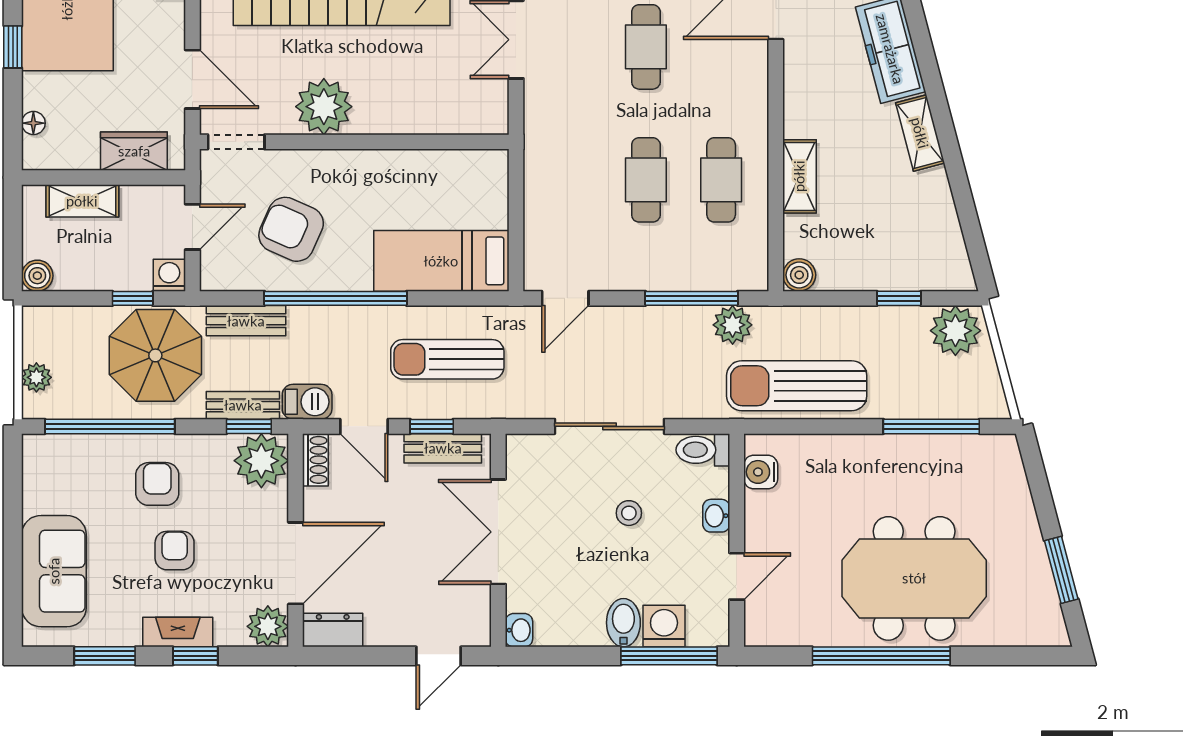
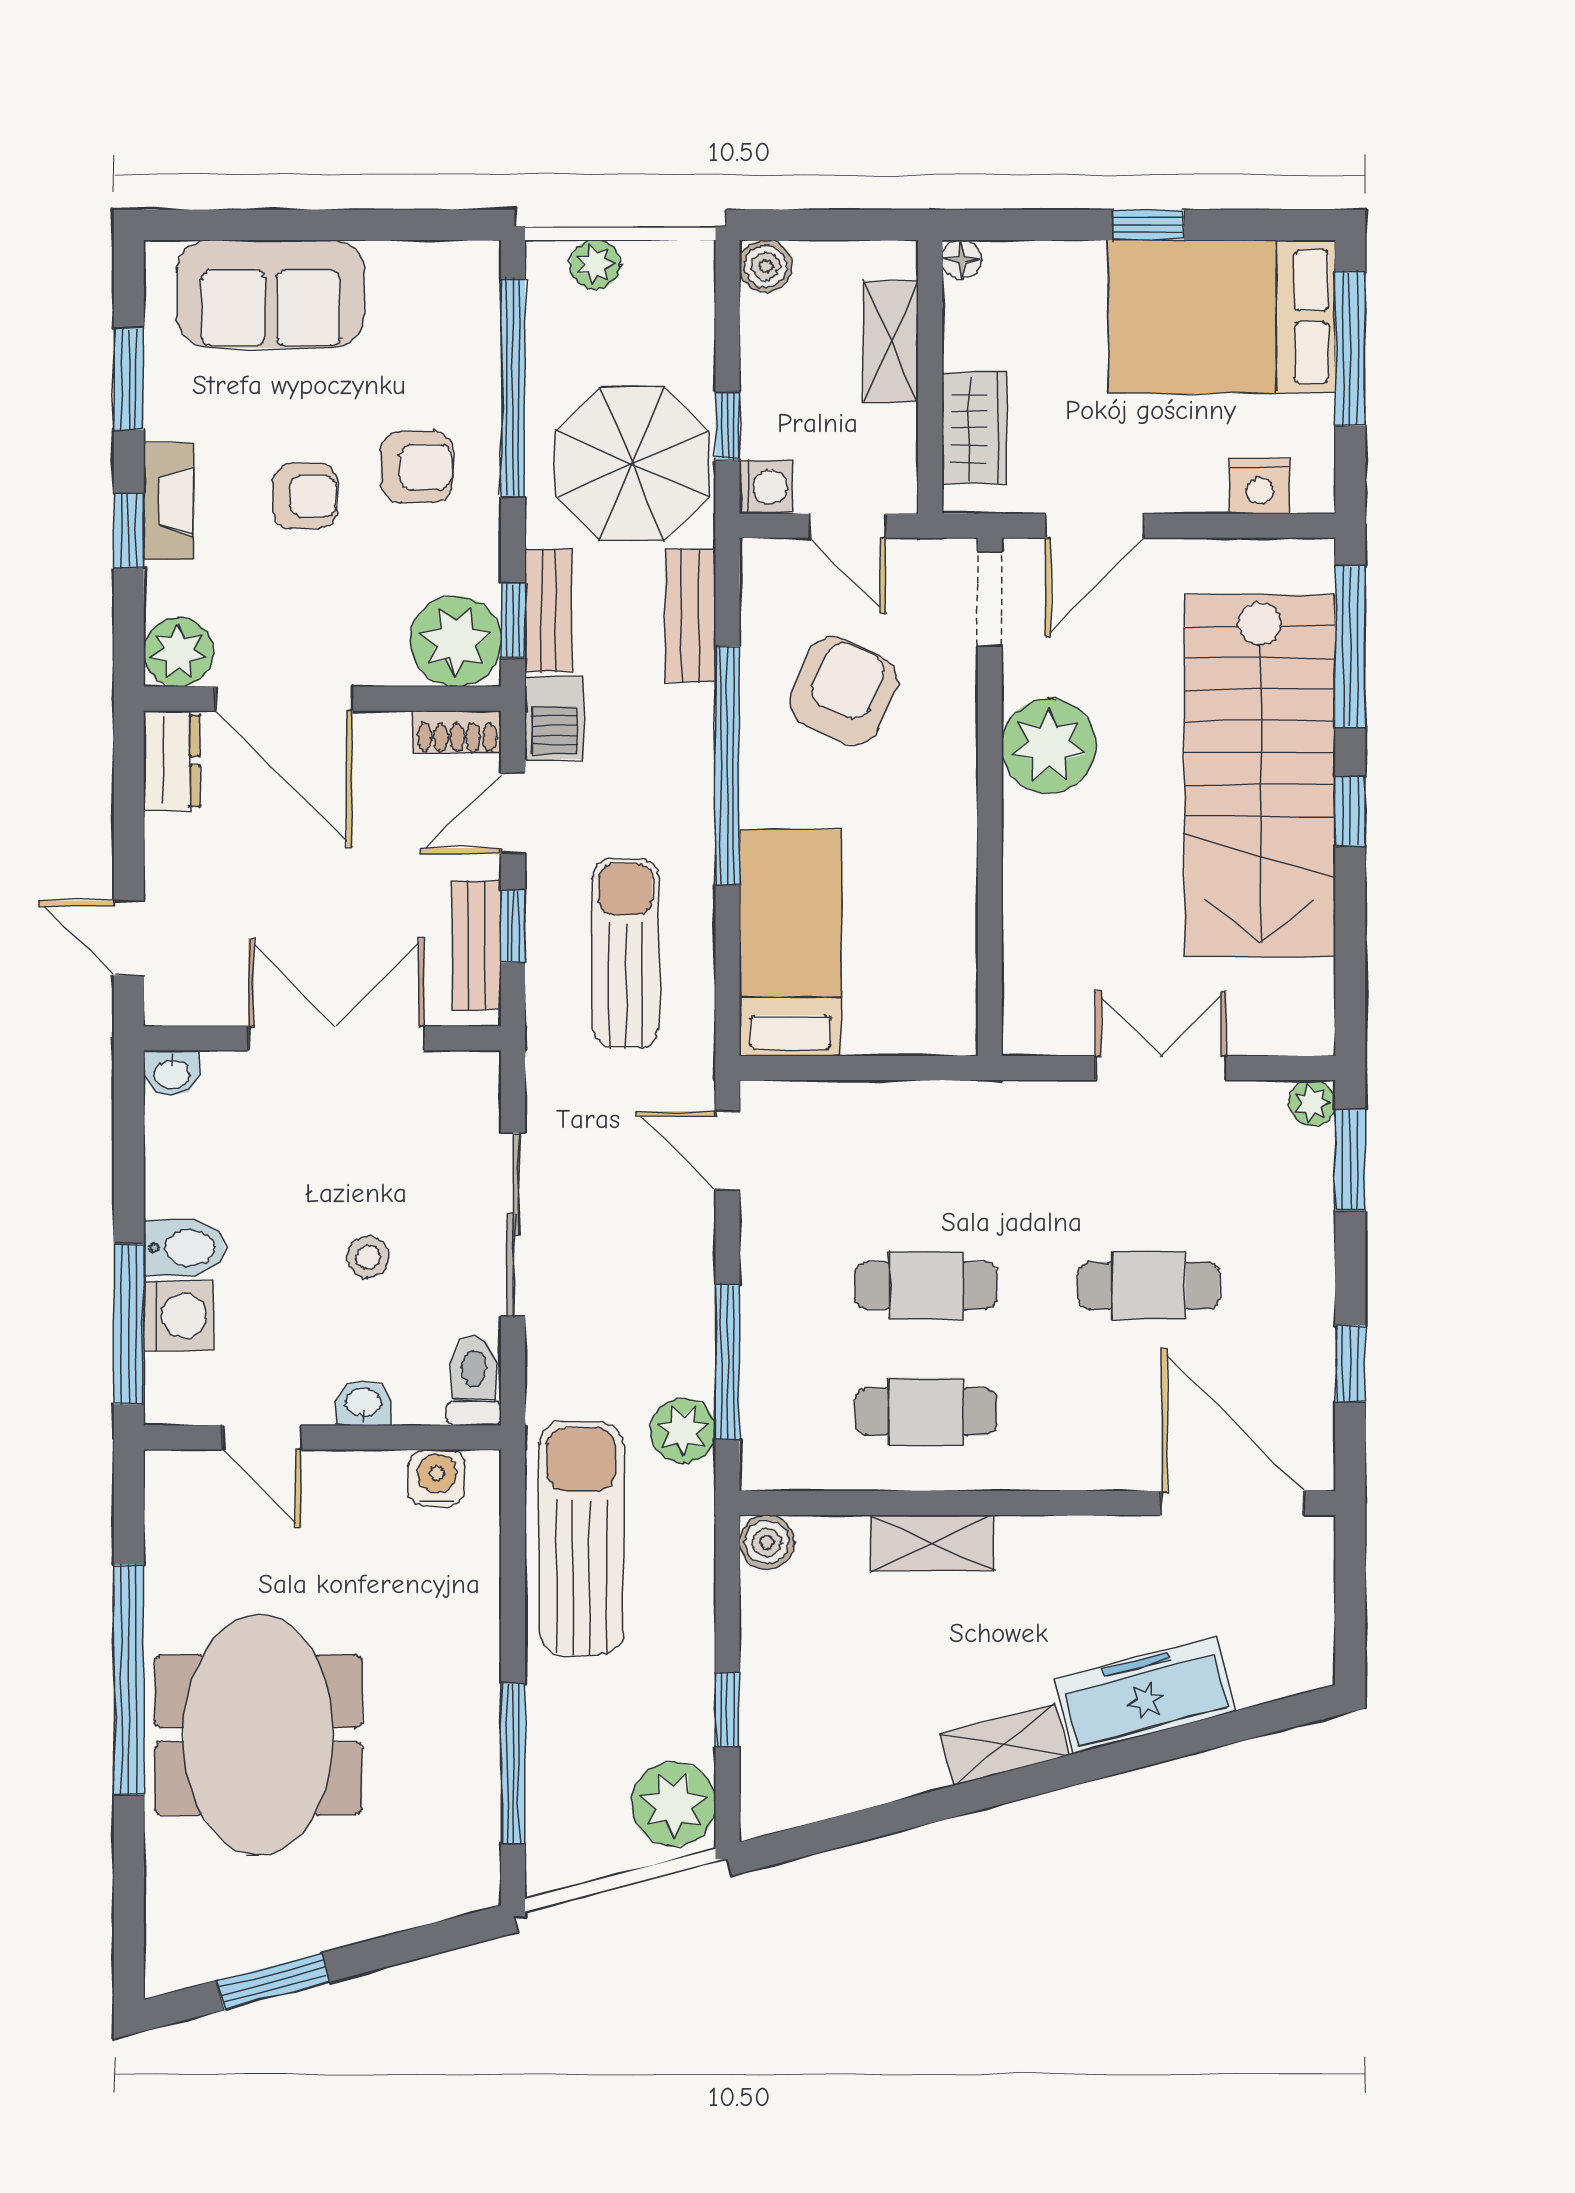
floor lamp: (33, 123) -> (962, 259), moved

